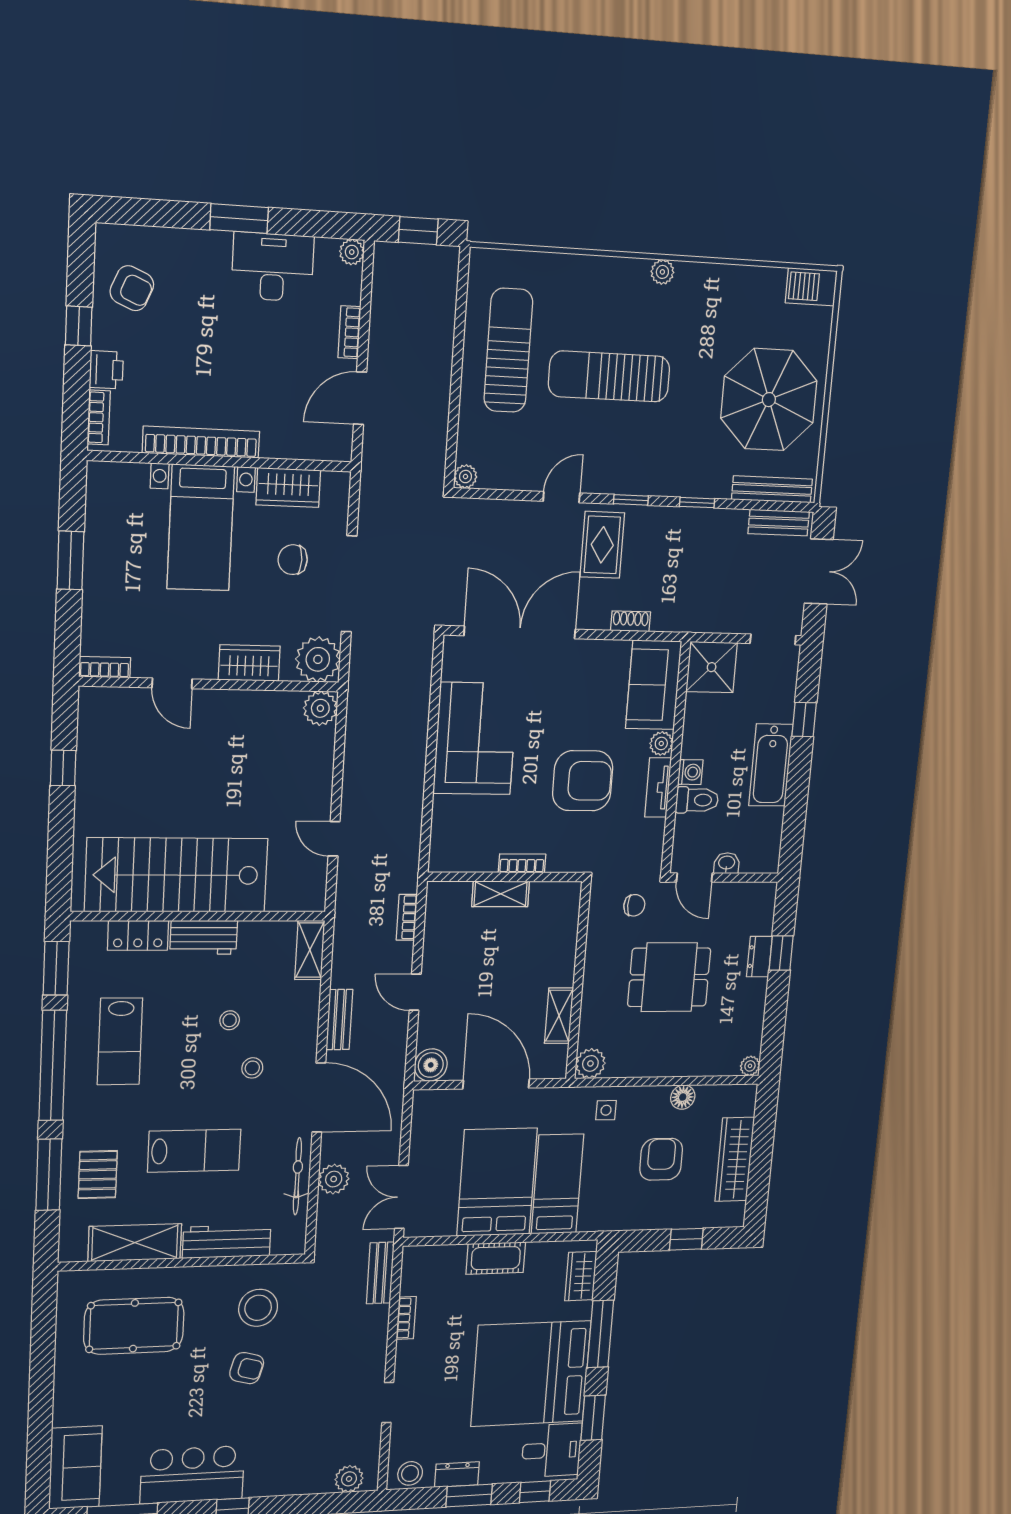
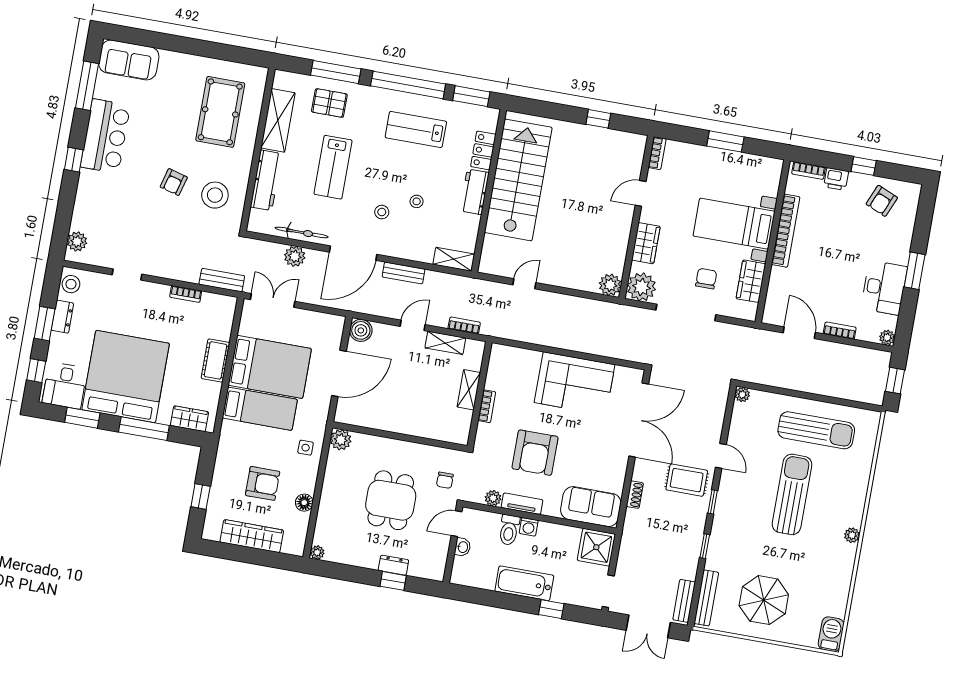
parasol: (769, 400) -> (764, 600), width x0.73, depth x0.73
plant: (661, 743) -> (493, 498), moved
shelving: (559, 1016) -> (445, 343), moved

